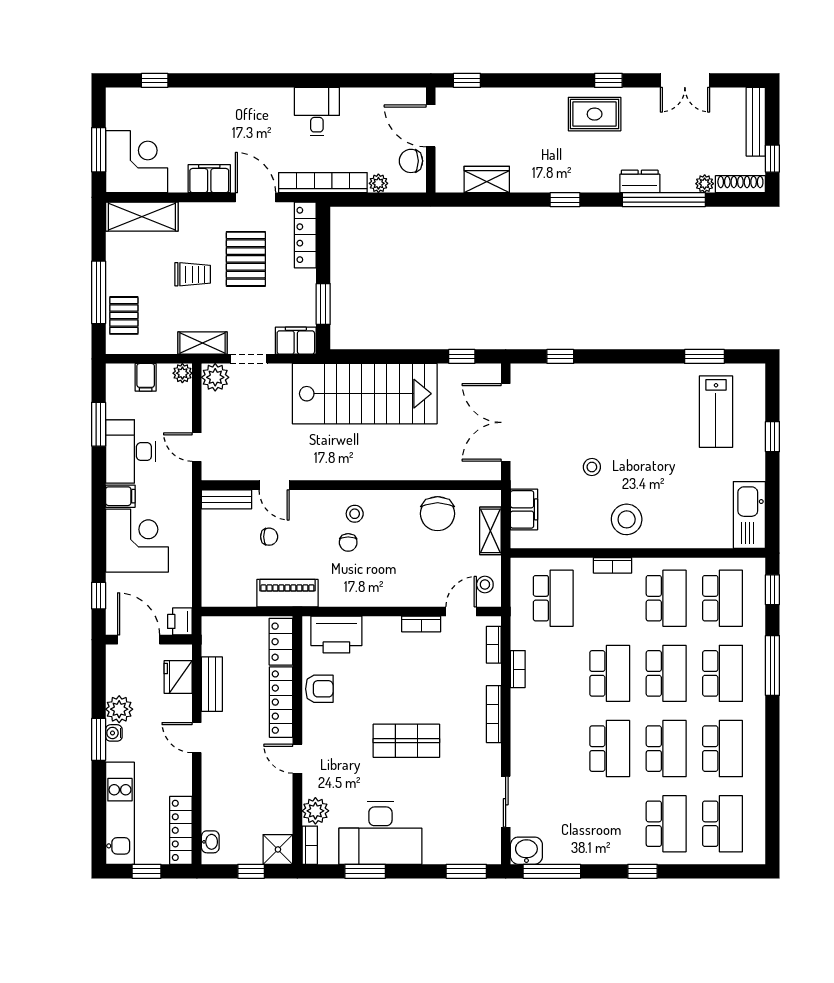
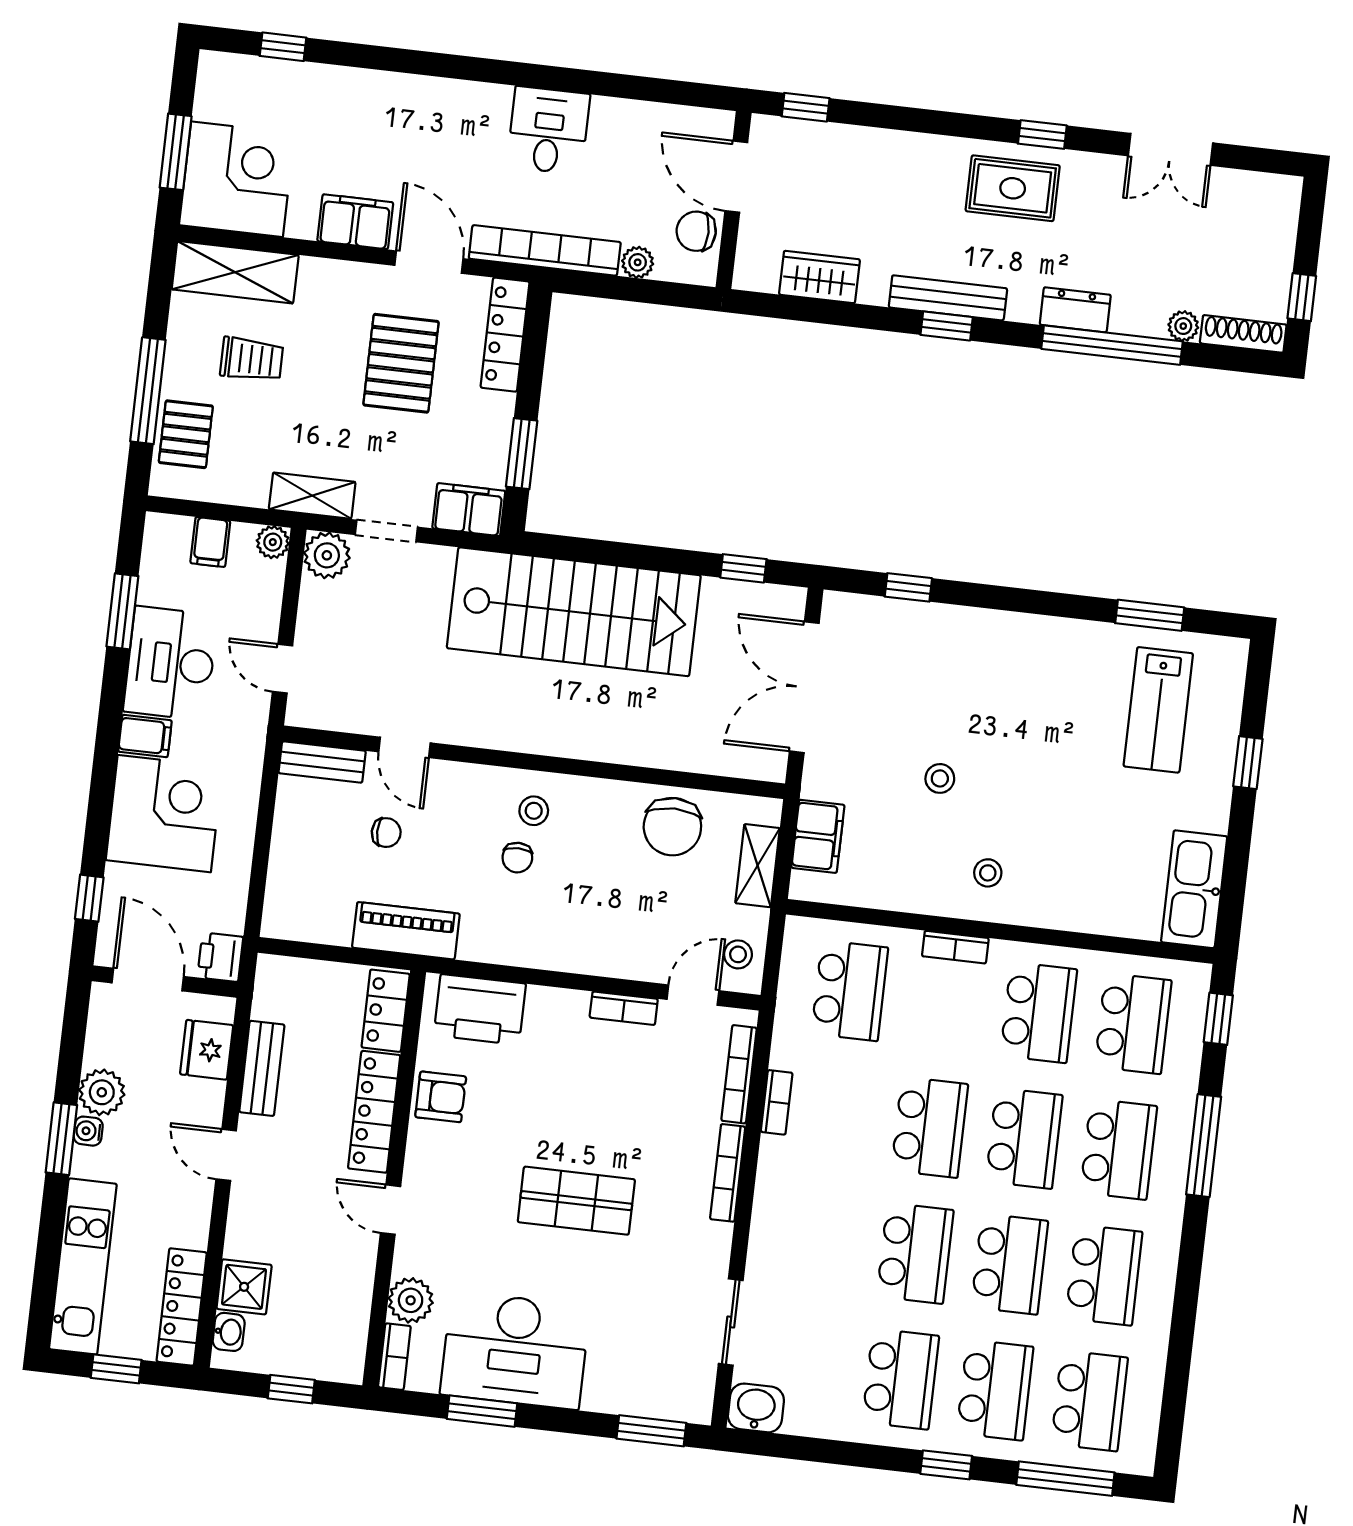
bench: (756, 122) -> (948, 298), moved, turned 90
trolley: (193, 274) -> (252, 359), moved
stool: (627, 519) -> (988, 873), width x0.53, depth x0.53
bookcase: (494, 645) -> (739, 1074), width x1.56
school desk: (610, 824) -> (901, 1379), added
shower: (278, 849) -> (244, 1287), moved
window: (552, 871) -> (1065, 1479), moved

